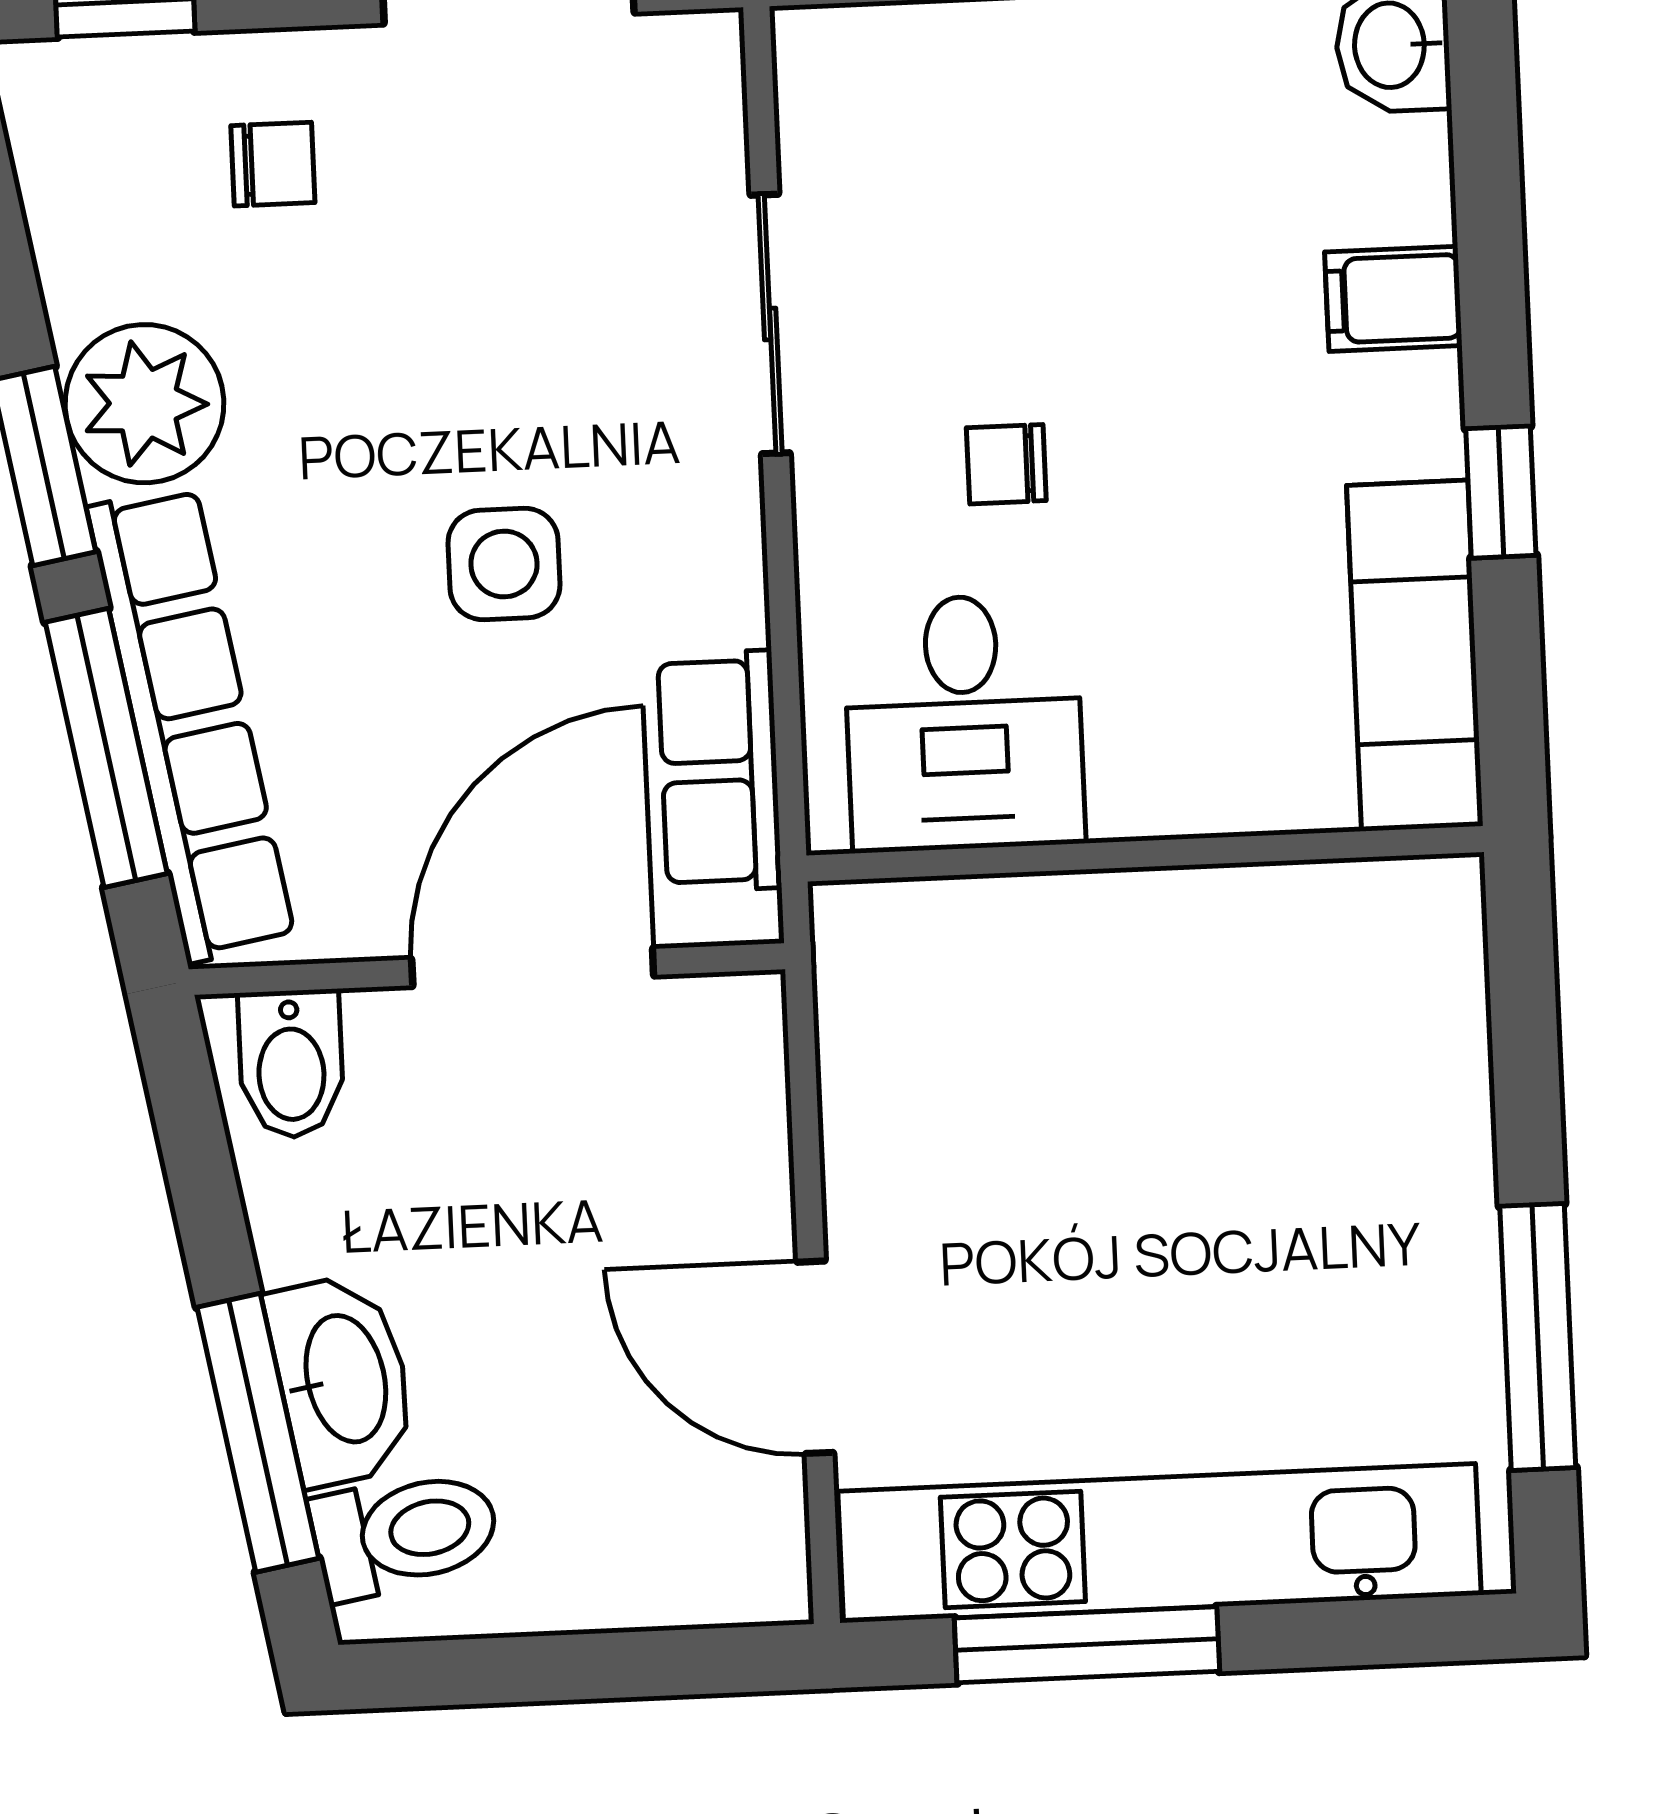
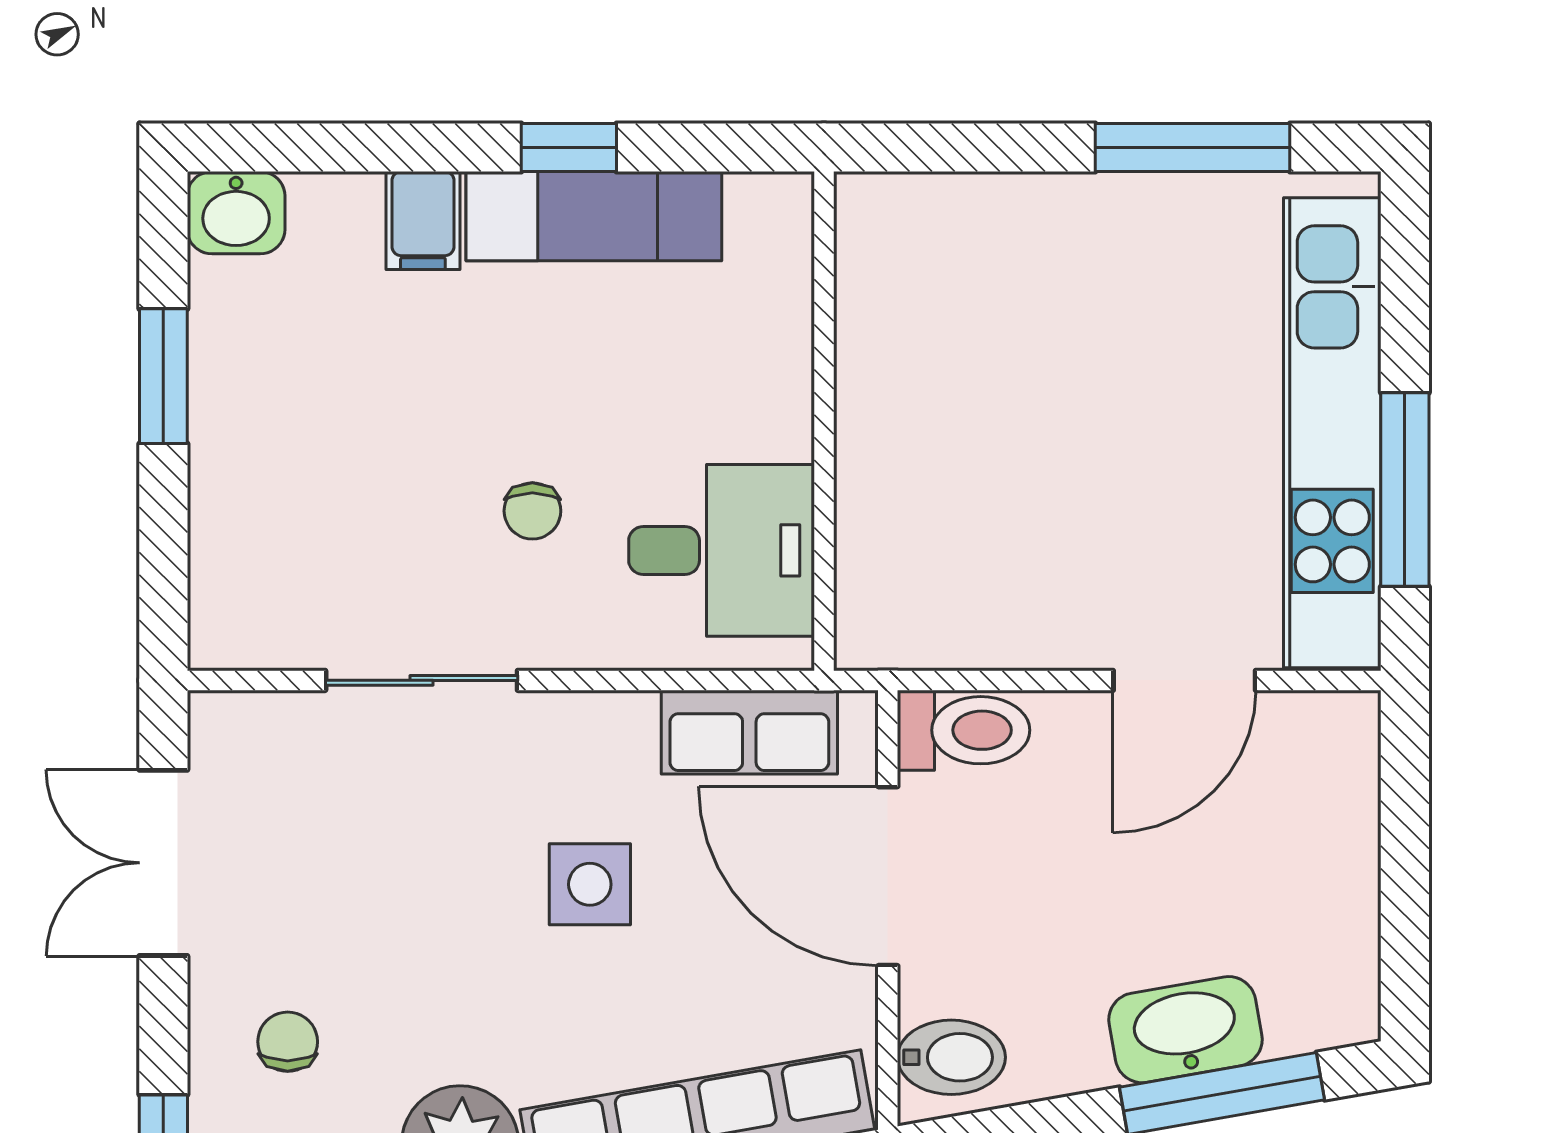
exam couch: (1415, 656) -> (594, 216), moved
toilet: (405, 1533) -> (964, 730), moved, turned 100

